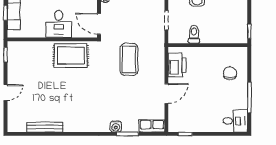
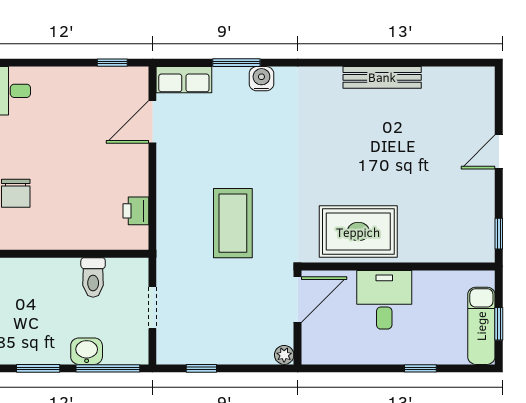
door: (99, 24) -> (298, 300), hinge flipped
printer: (177, 65) -> (136, 211), width x0.53, depth x0.68
door: (166, 94) -> (152, 122), moved
bench: (45, 127) -> (382, 77), moved

